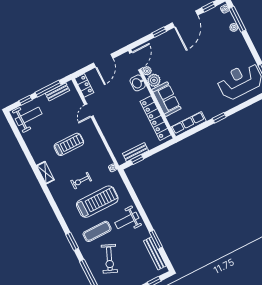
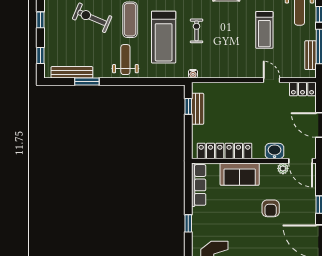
armchair: (179, 65) -> (271, 208), added
plant: (154, 80) -> (268, 171), removed
treadmill: (69, 144) -> (264, 30), moved

